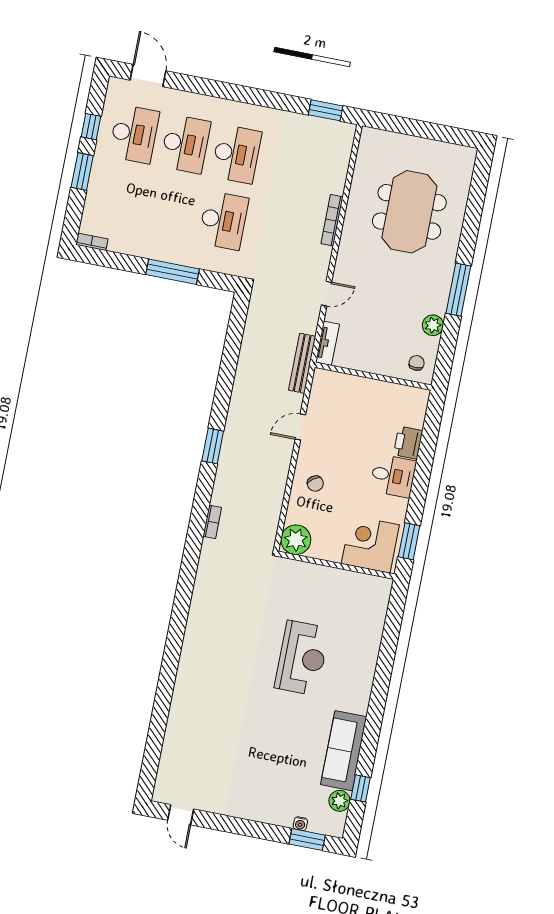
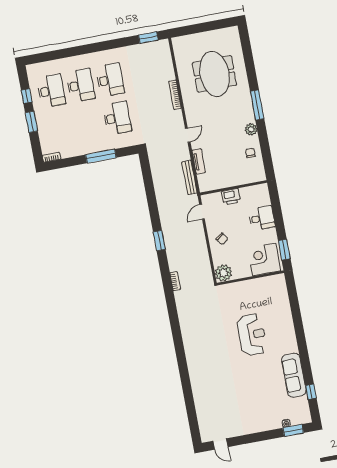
door: (148, 75) -> (46, 57), removed
wall: (373, 376) -> (233, 188), moved
printer: (408, 443) -> (231, 197), moved, turned -90
plant: (340, 801) -> (302, 403), removed

